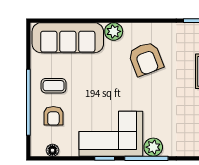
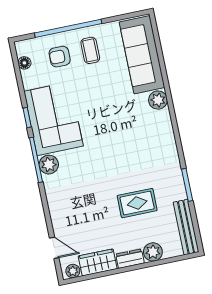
armchair: (146, 59) -> (137, 138), removed

